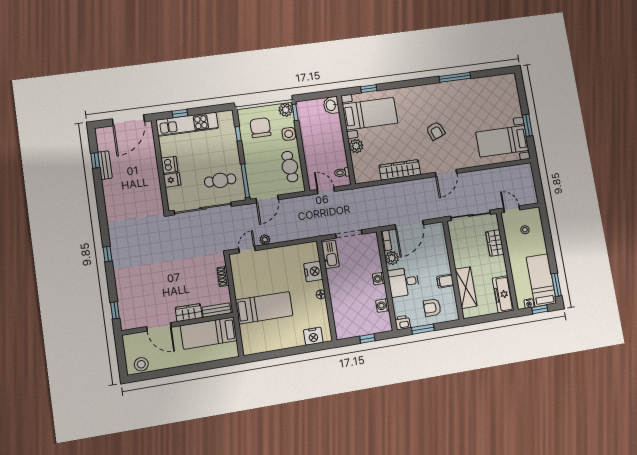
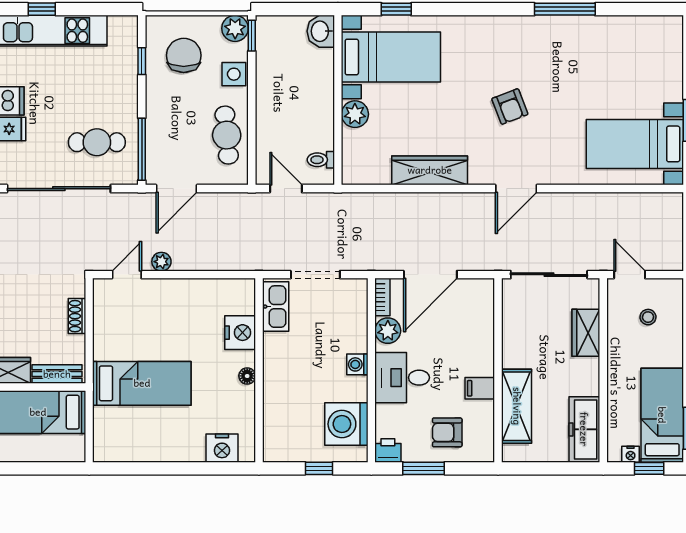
washing machine: (383, 306) -> (346, 424), width x1.89, depth x1.89

